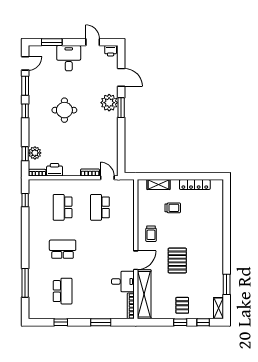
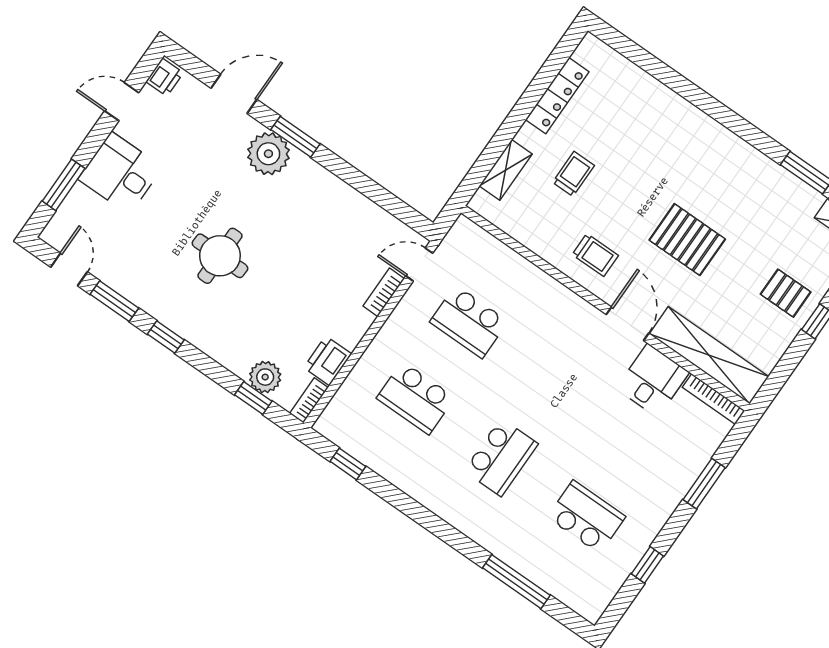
school desk: (63, 249) -> (501, 457), turned 180

